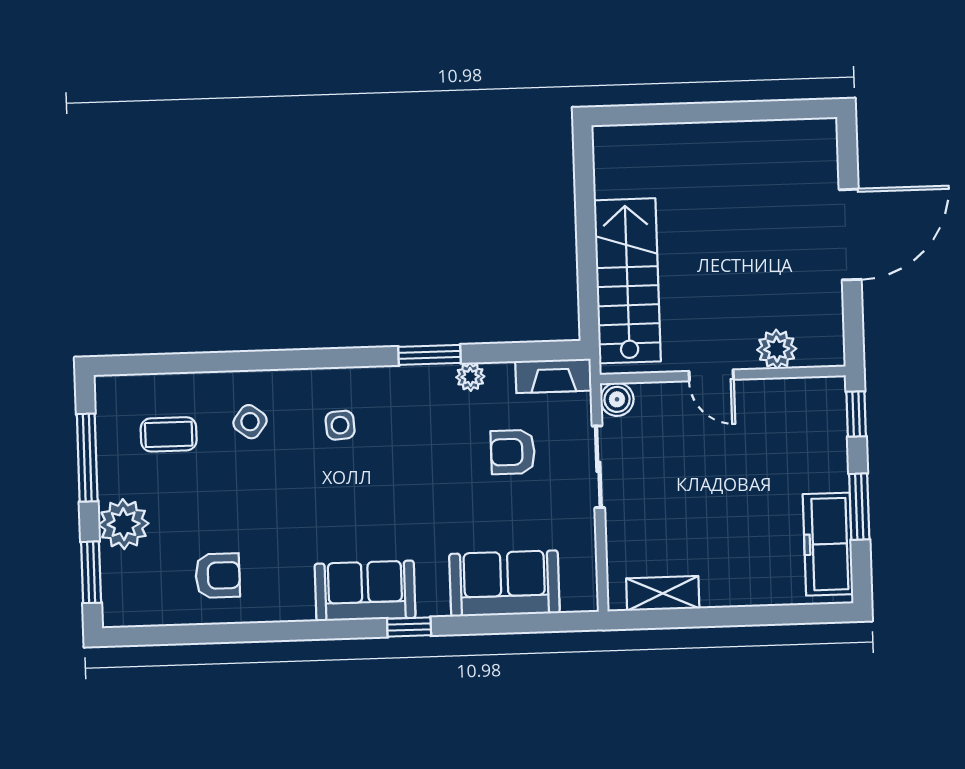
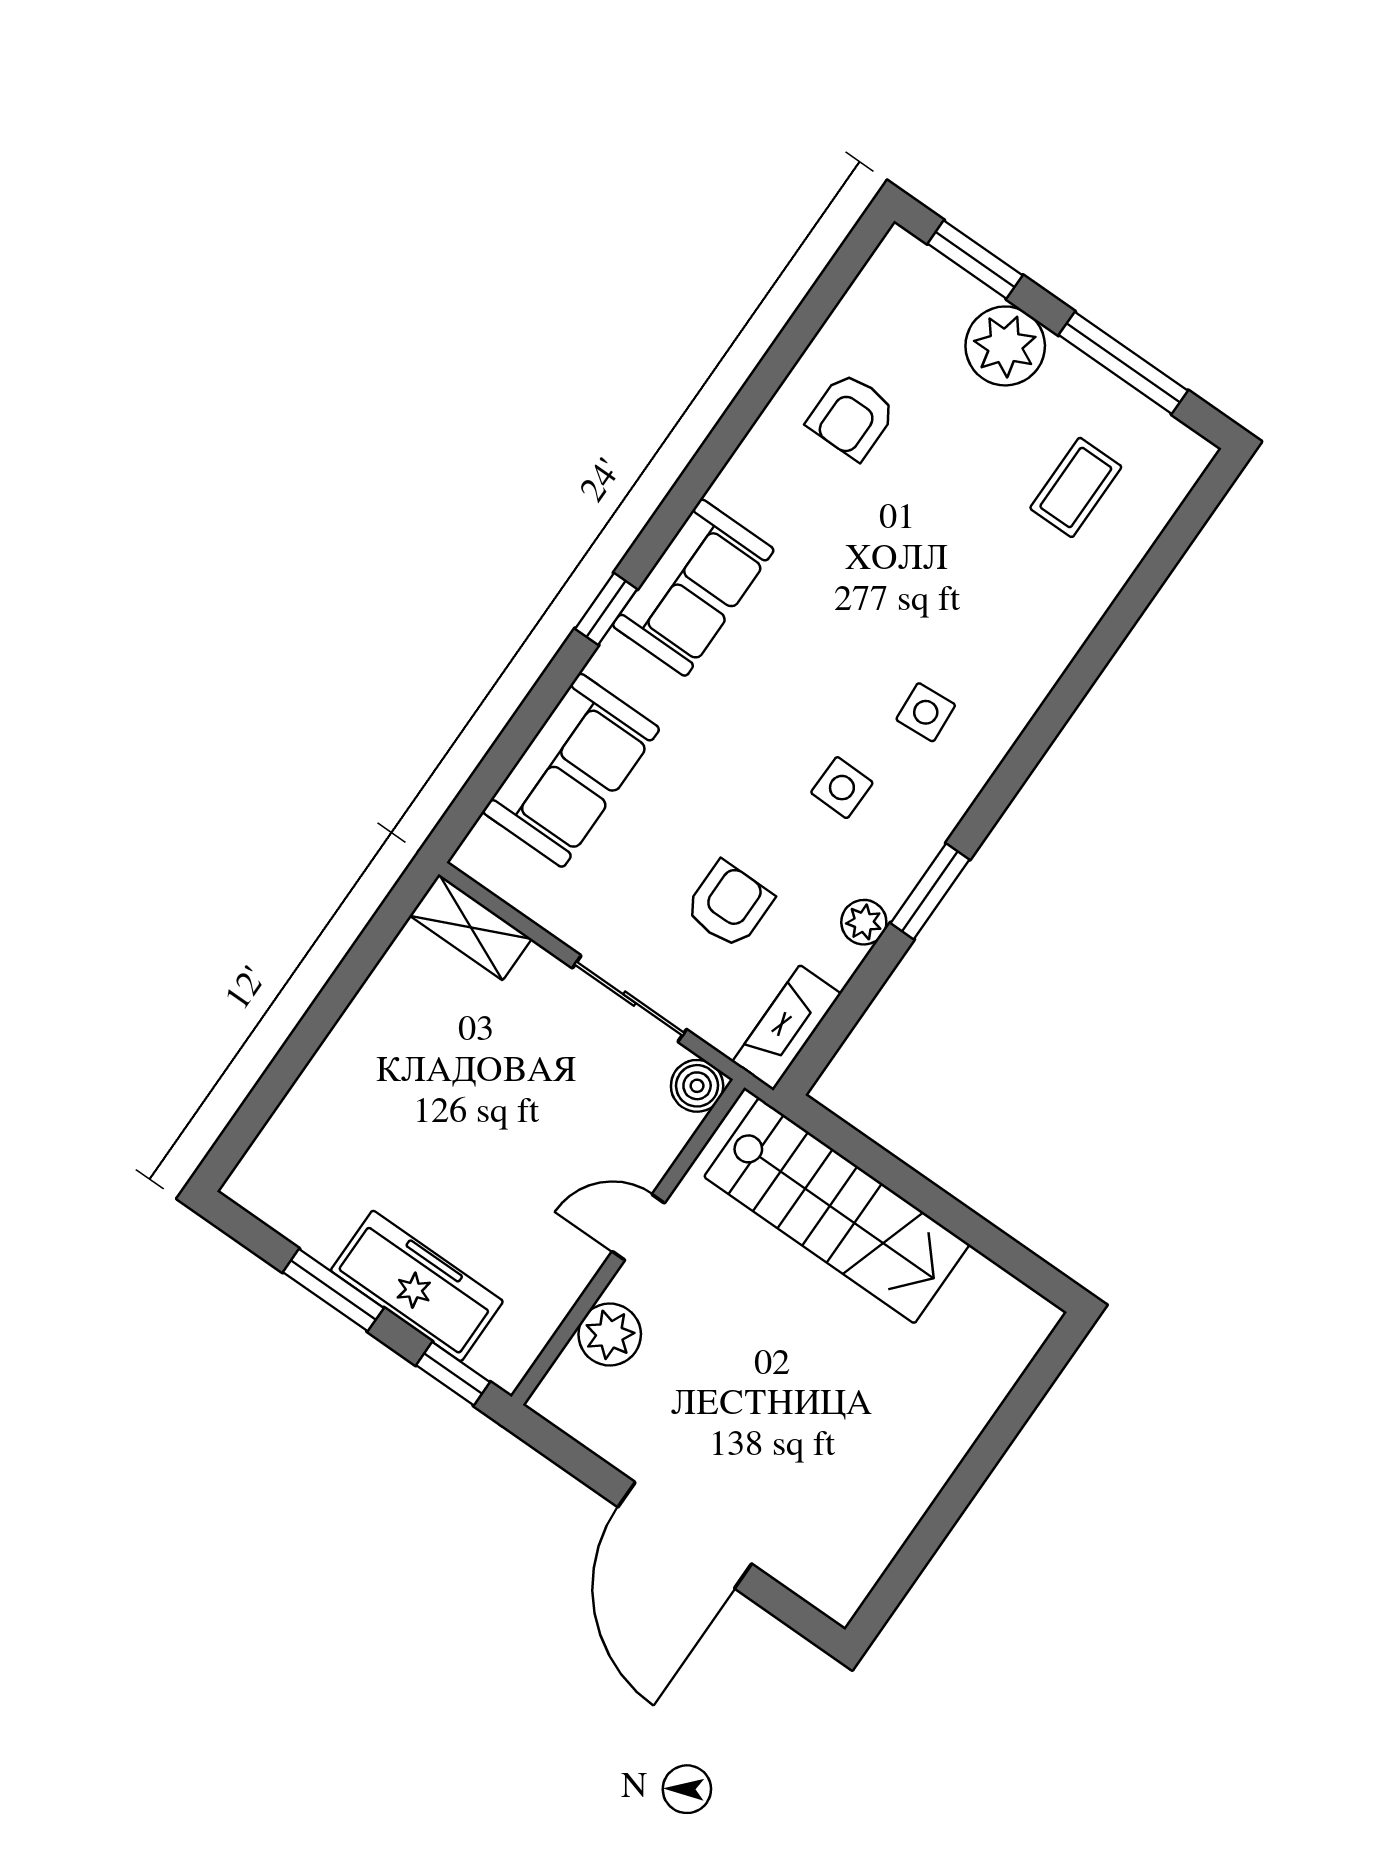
side table: (250, 422) -> (842, 788), moved, turned -36
freezer: (828, 544) -> (417, 1286), moved
shelving: (663, 593) -> (471, 927), moved, turned 90

